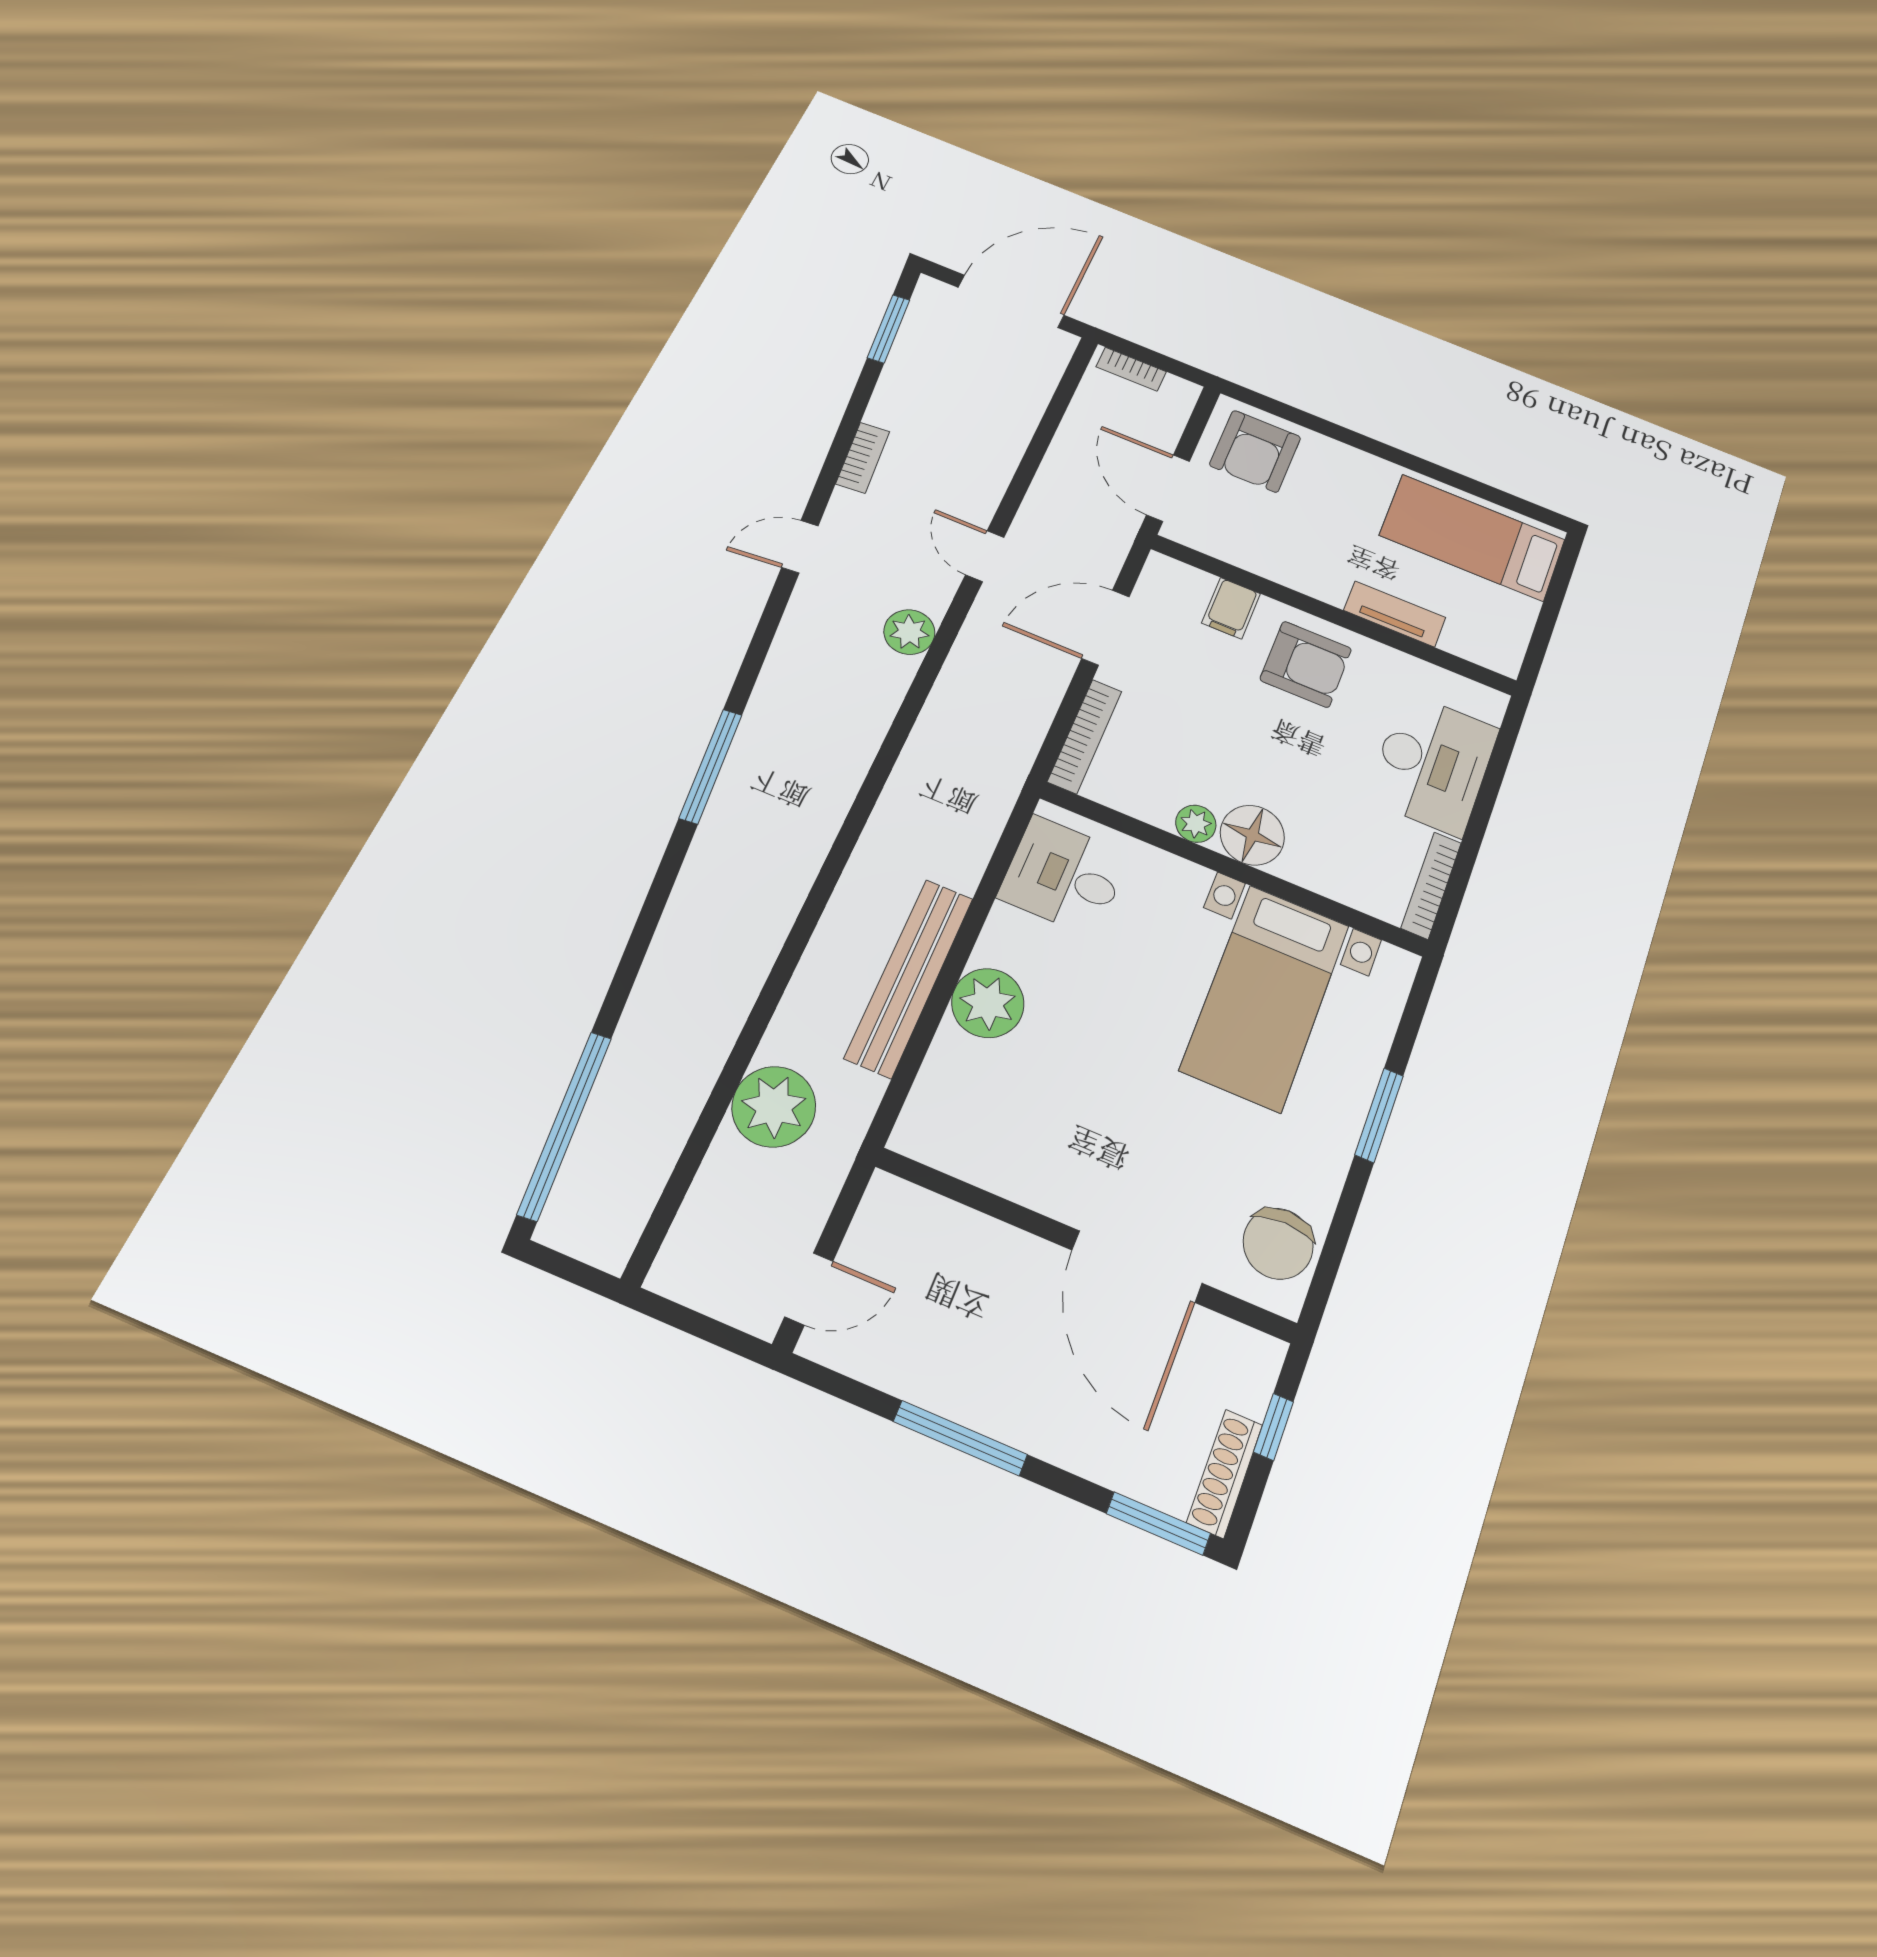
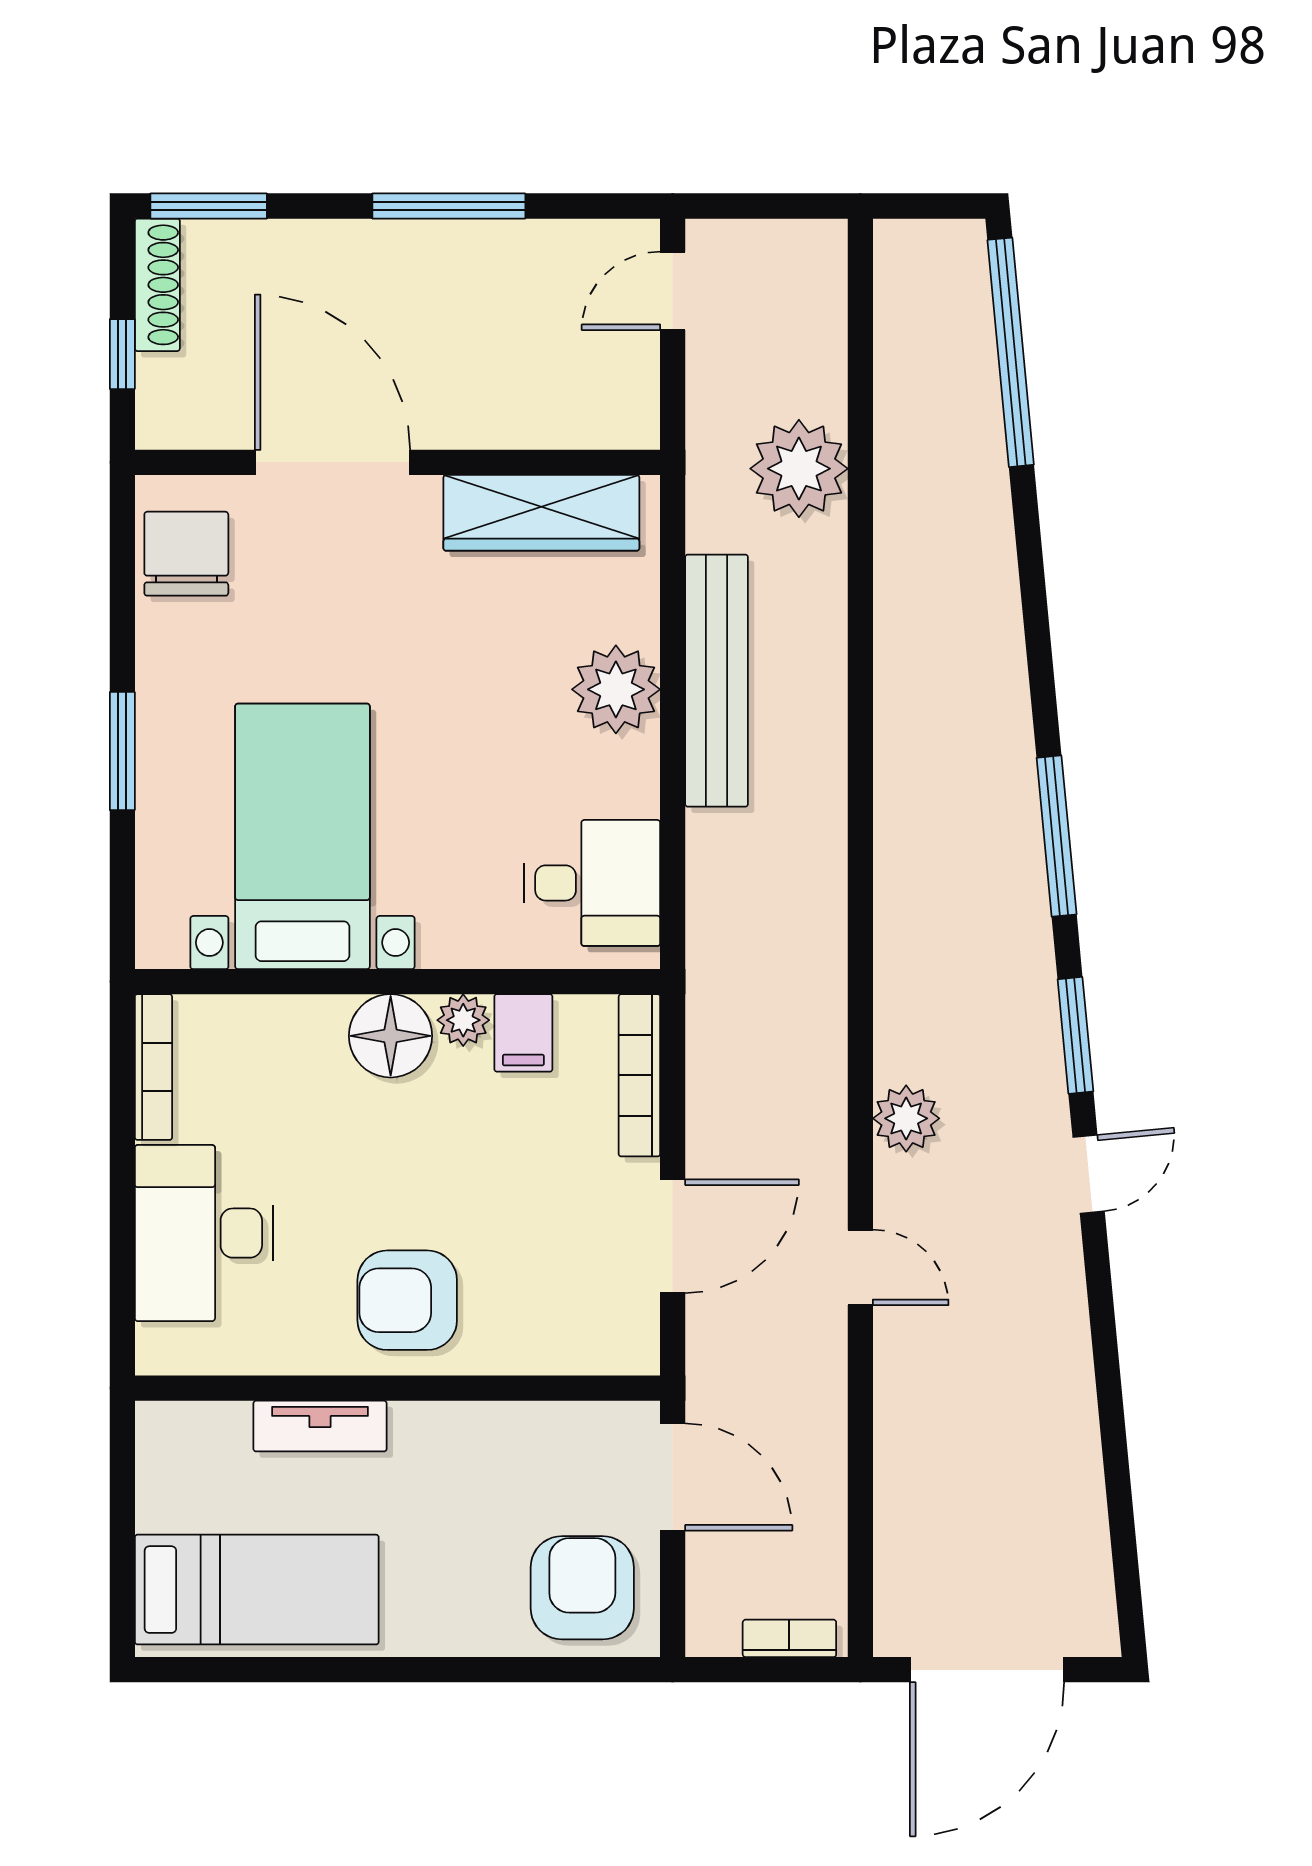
window: (888, 329) -> (1075, 1035), moved
bookcase: (863, 458) -> (1070, 1338), removed
filing cabinet: (1231, 608) -> (523, 1033), moved, turned 180
wardrobe: (989, 1158) -> (541, 513), added

